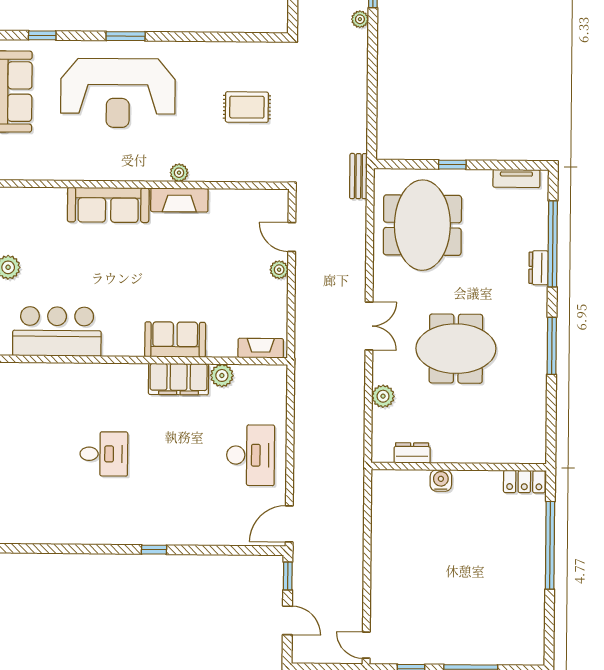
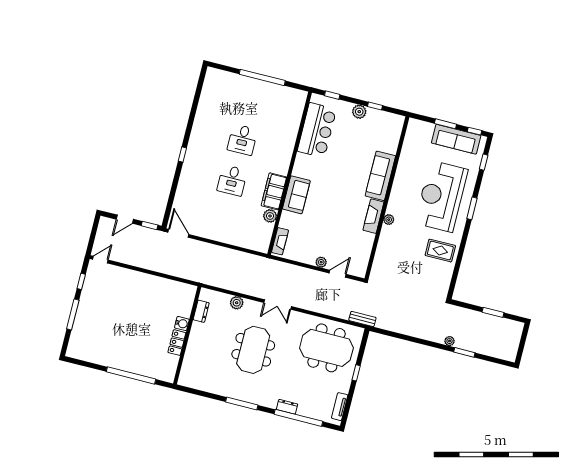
rug: (247, 107) -> (440, 251), moved, turned 90
desk: (251, 455) -> (232, 180), moved, width x0.73
locker: (524, 482) -> (177, 343), moved

